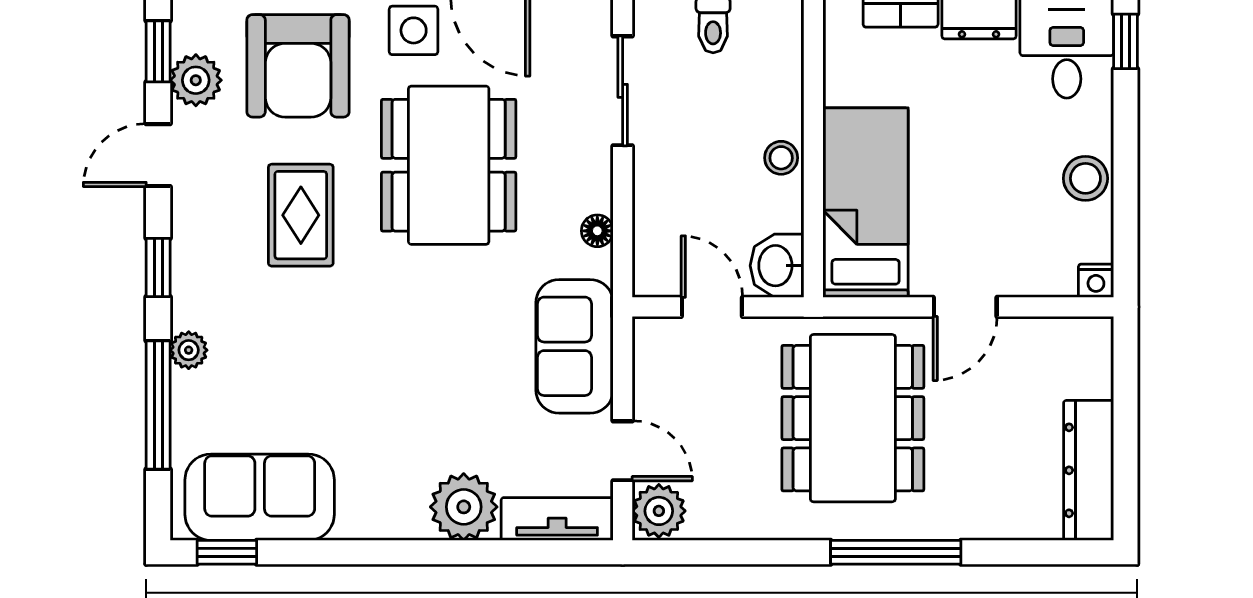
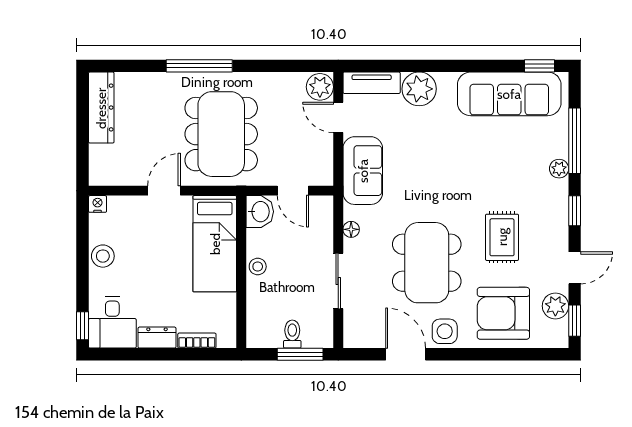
armchair: (298, 66) -> (503, 313), turned -90
sliding door: (623, 91) -> (338, 281), moved
sofa: (260, 497) -> (509, 94), width x1.36

